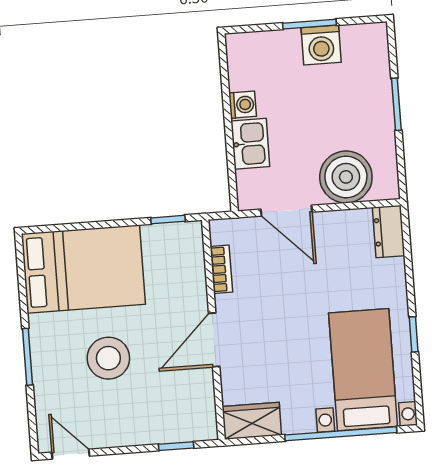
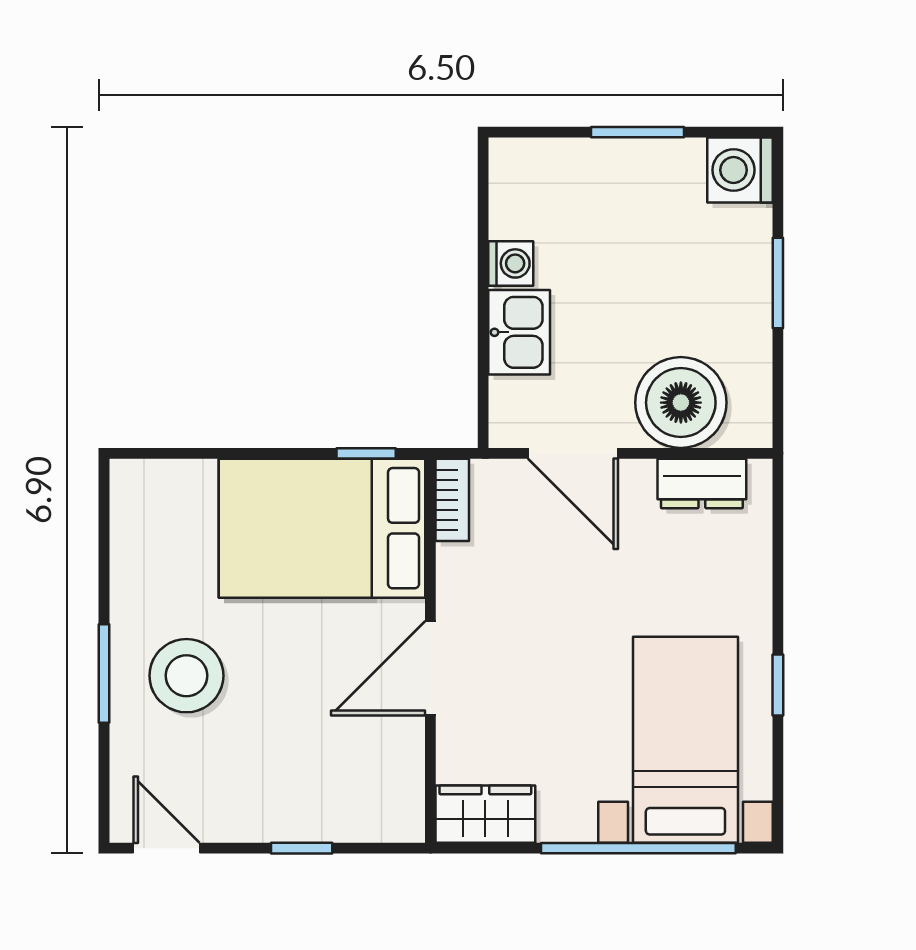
washing machine: (321, 45) -> (740, 170), moved, turned 90
dresser: (389, 232) -> (702, 484), moved, turned -90
bed: (83, 269) -> (322, 528), moved, turned 180
bookcase: (221, 269) -> (452, 500), moved
stool: (108, 358) -> (186, 676), moved
window: (176, 446) -> (302, 848), moved

